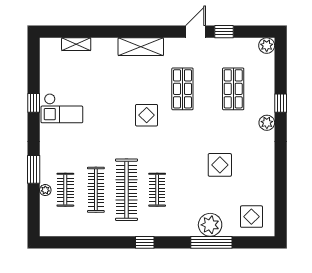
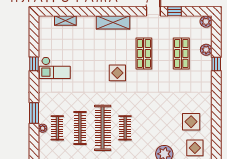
plant: (267, 123) -> (206, 50), moved
display table: (220, 165) -> (191, 122), moved

